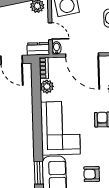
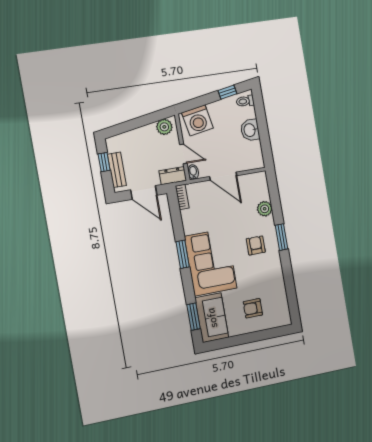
door: (82, 55) -> (223, 176), width x0.73
plant: (47, 87) -> (189, 217), removed
window: (37, 117) -> (183, 254), added

